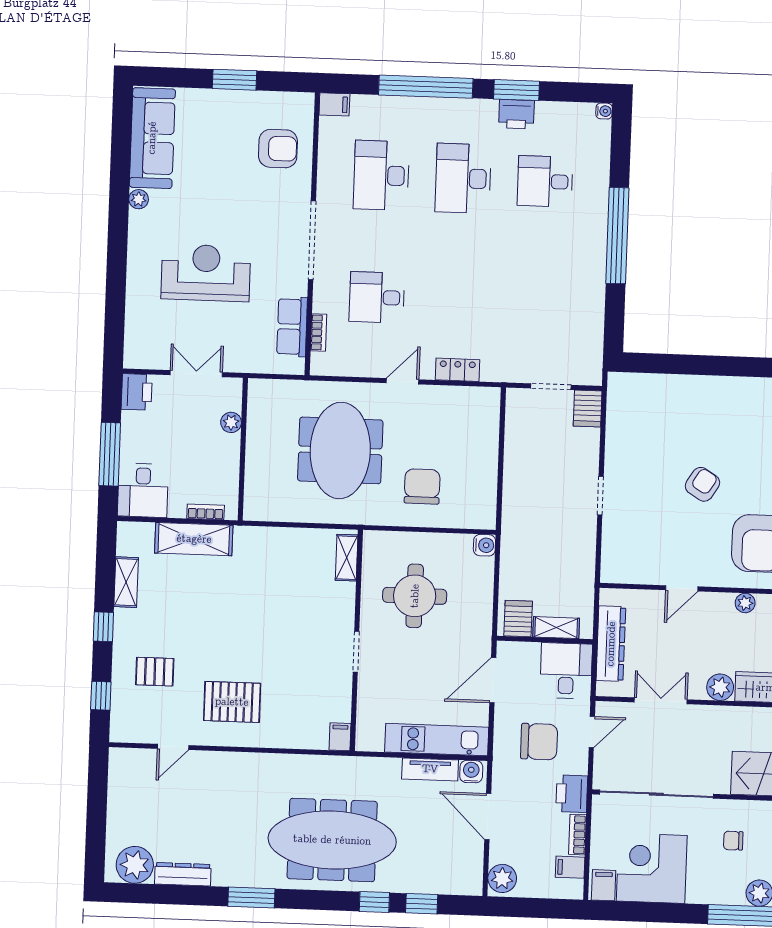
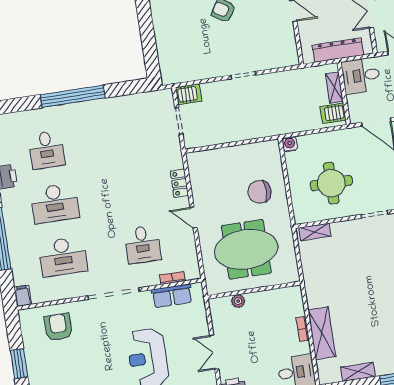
plant: (231, 422) -> (238, 301), moved
wall: (243, 449) -> (254, 290), moved

